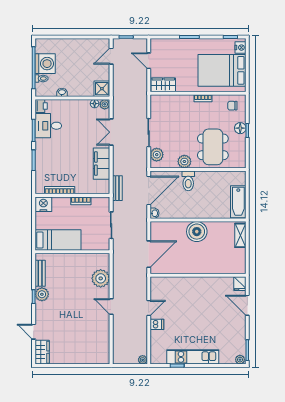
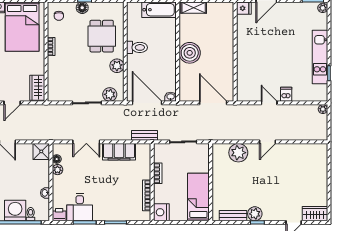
plant: (105, 104) -> (57, 170), moved
dining table: (213, 147) -> (102, 36), width x0.73
toilet: (188, 181) -> (137, 47), moved

